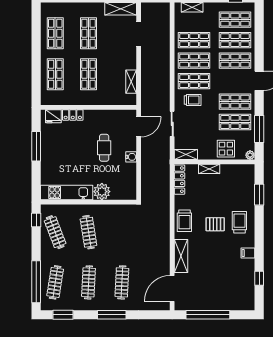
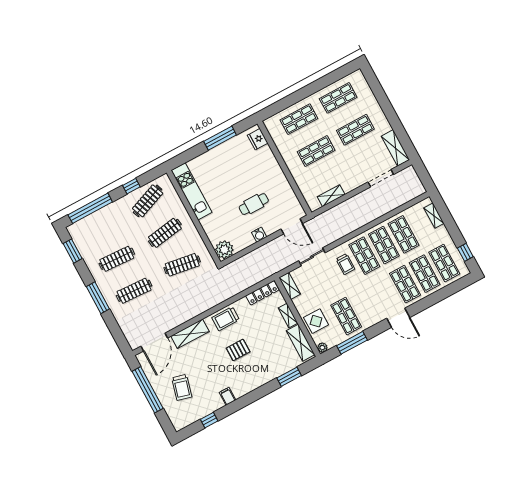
shop shelf: (235, 102) -> (366, 305), removed
locker: (73, 115) -> (269, 157), removed
shelving: (237, 171) -> (301, 343), added
plant: (102, 192) -> (224, 250), moved
window: (36, 220) -> (131, 186), moved
trolley: (239, 222) -> (182, 387), moved, turned 105
pallet: (215, 224) -> (238, 350), turned 90
clothes rail: (55, 282) -> (182, 265), moved
door: (172, 288) -> (154, 342), swing flipped

